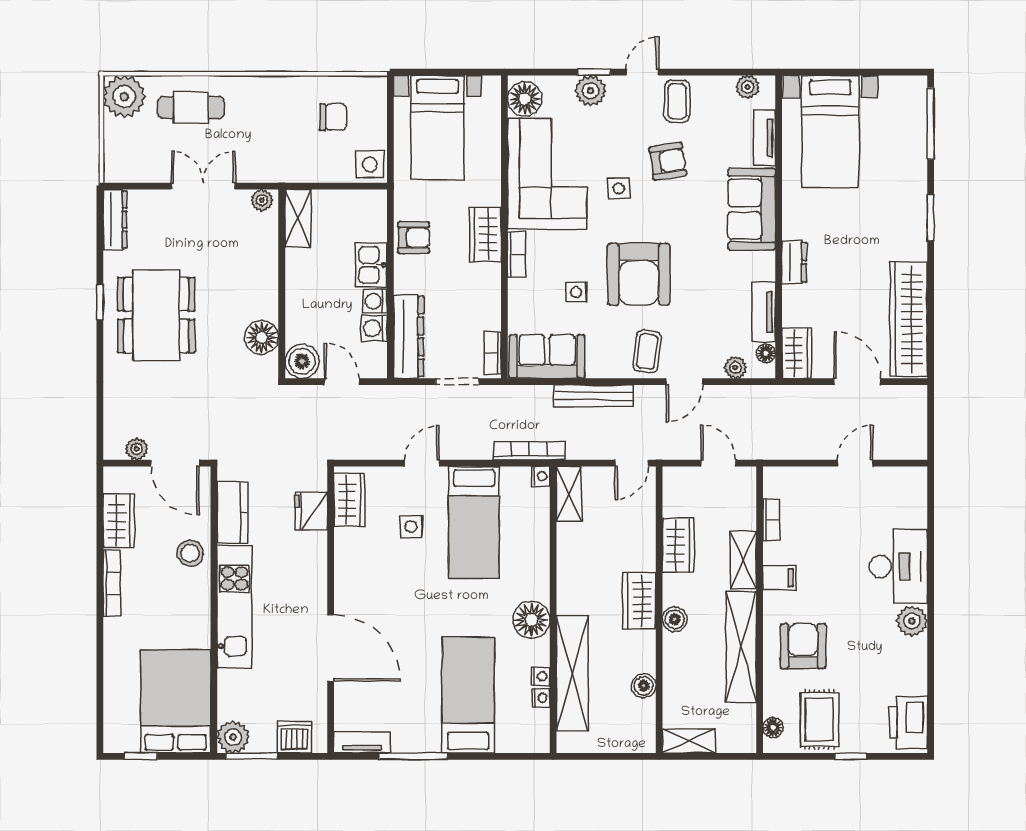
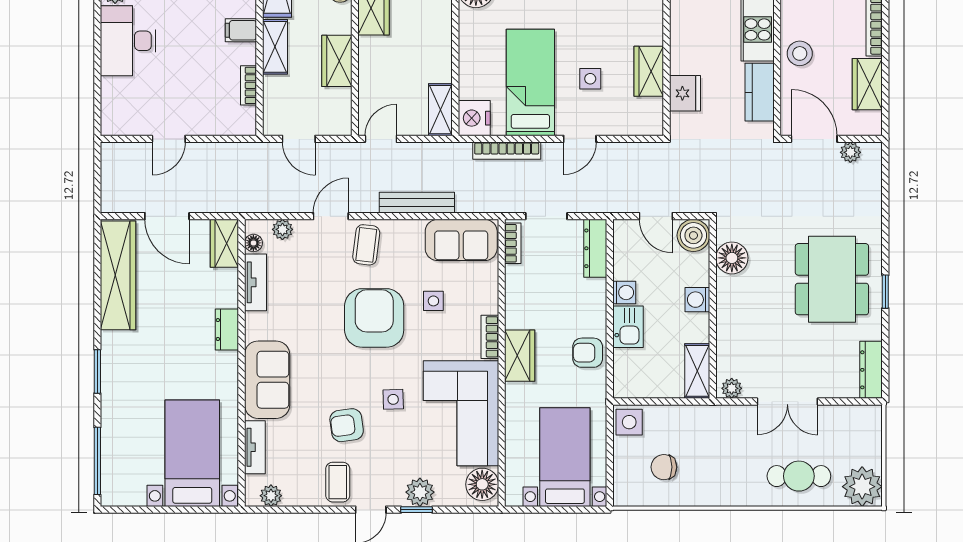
washing machine: (374, 328) -> (697, 300), moved, turned 180
dresser: (409, 337) -> (595, 248), width x0.73, depth x0.80
bookcase: (529, 451) -> (507, 151), moved
nightstand: (541, 476) -> (474, 118), width x1.89, depth x1.79
wardrobe: (349, 500) -> (649, 71), moved

